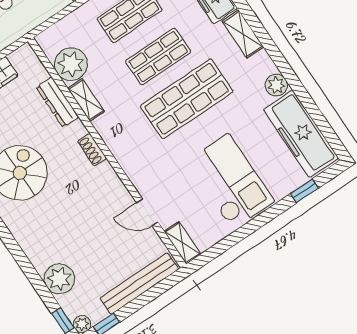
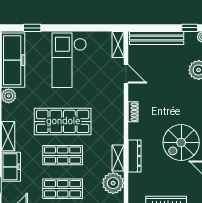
dresser: (57, 102) -> (134, 156), moved
shoe rack: (92, 150) -> (133, 112), moved

